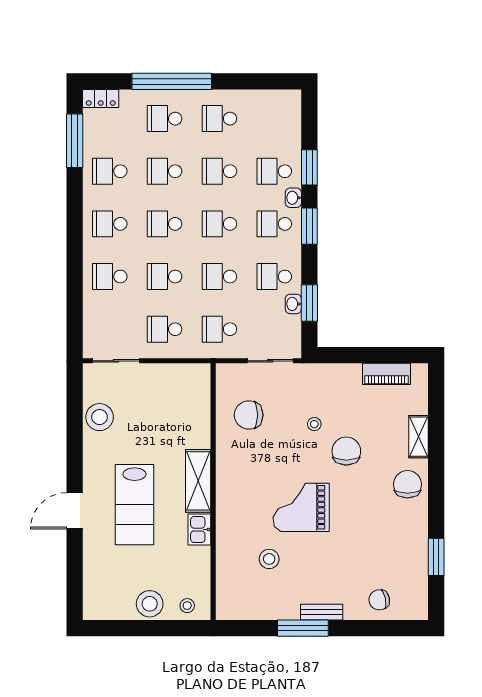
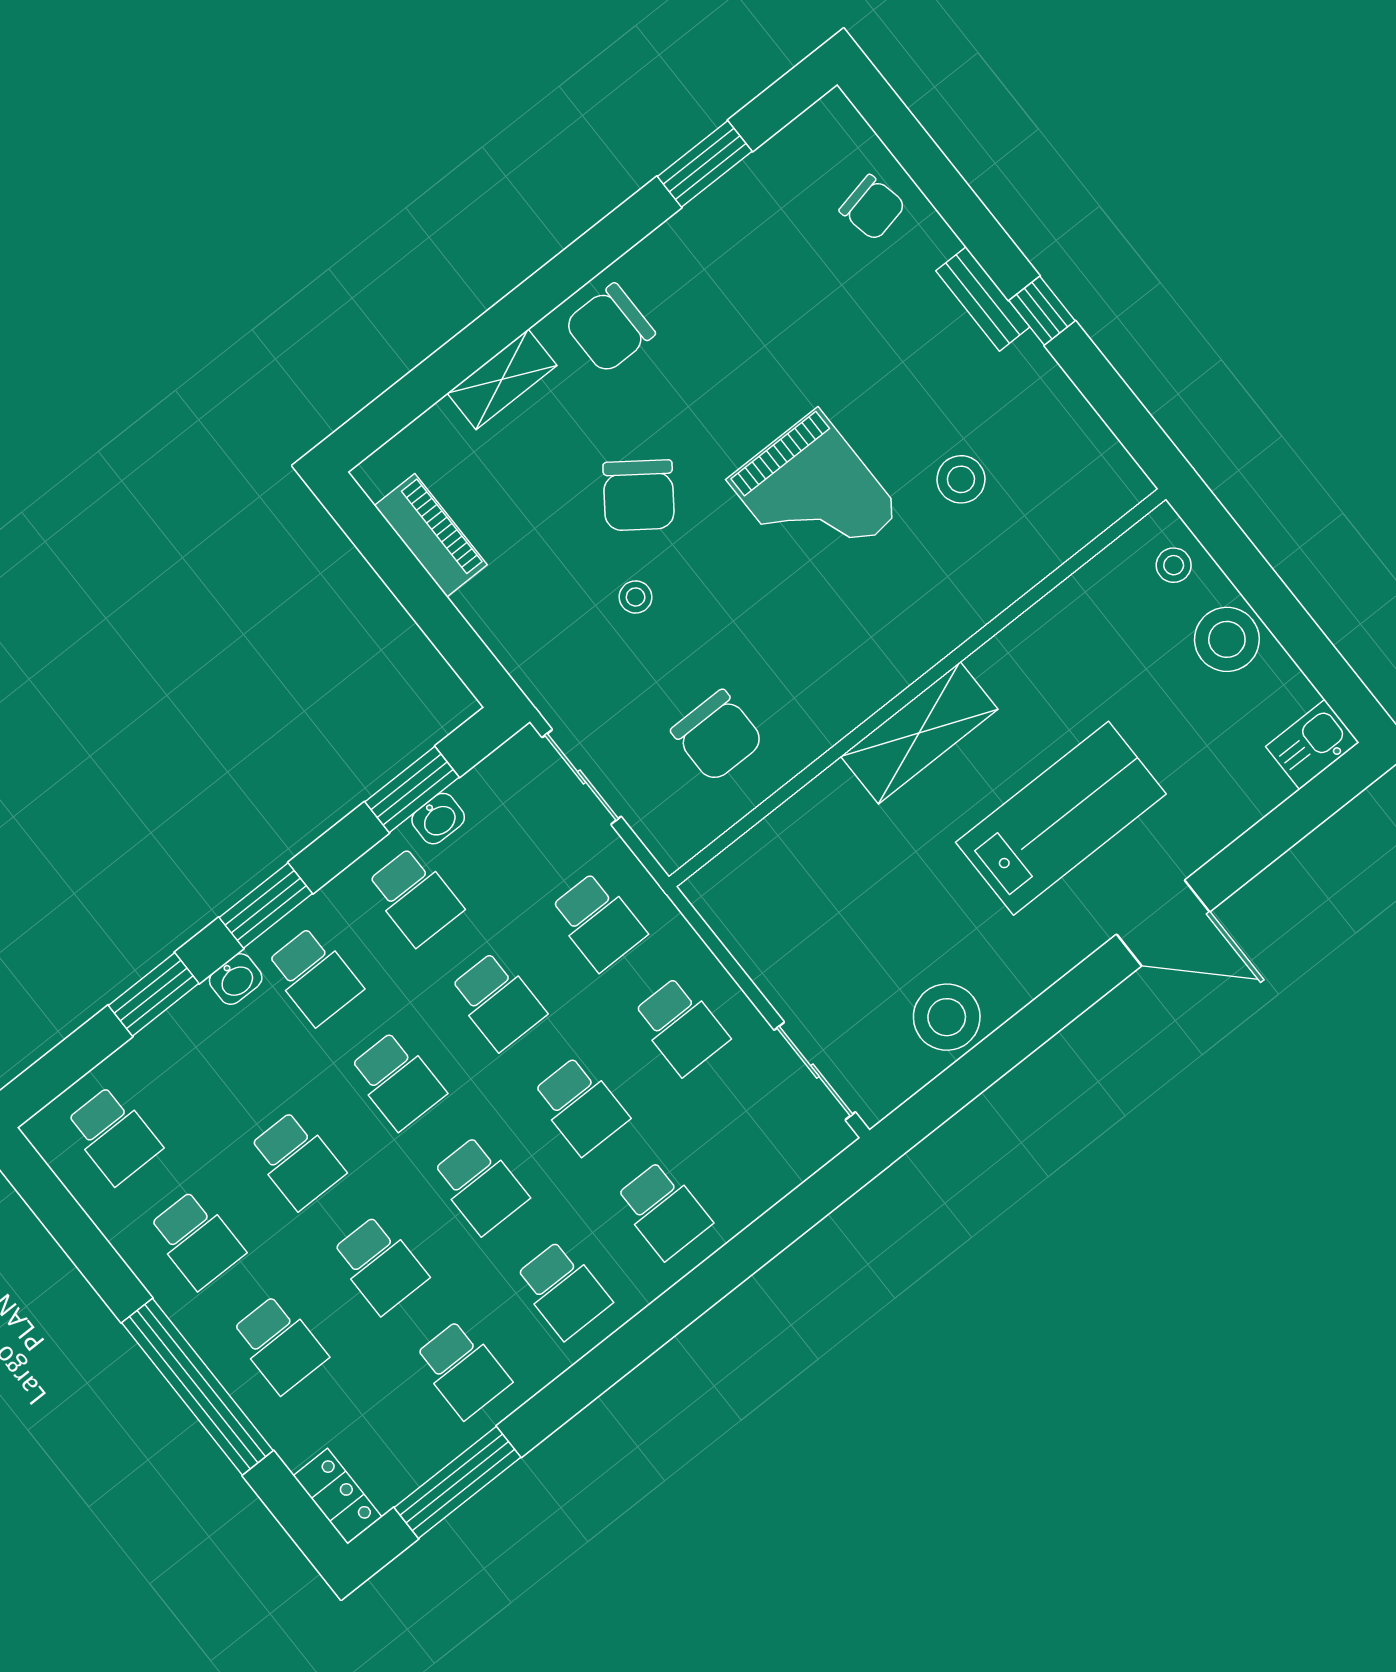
school desk: (274, 171) -> (114, 1135), moved
chair: (346, 451) -> (639, 495), turned -54
kitchen sink: (199, 530) -> (1312, 744), moved, turned 180
window: (303, 628) -> (1042, 311), width x0.46

